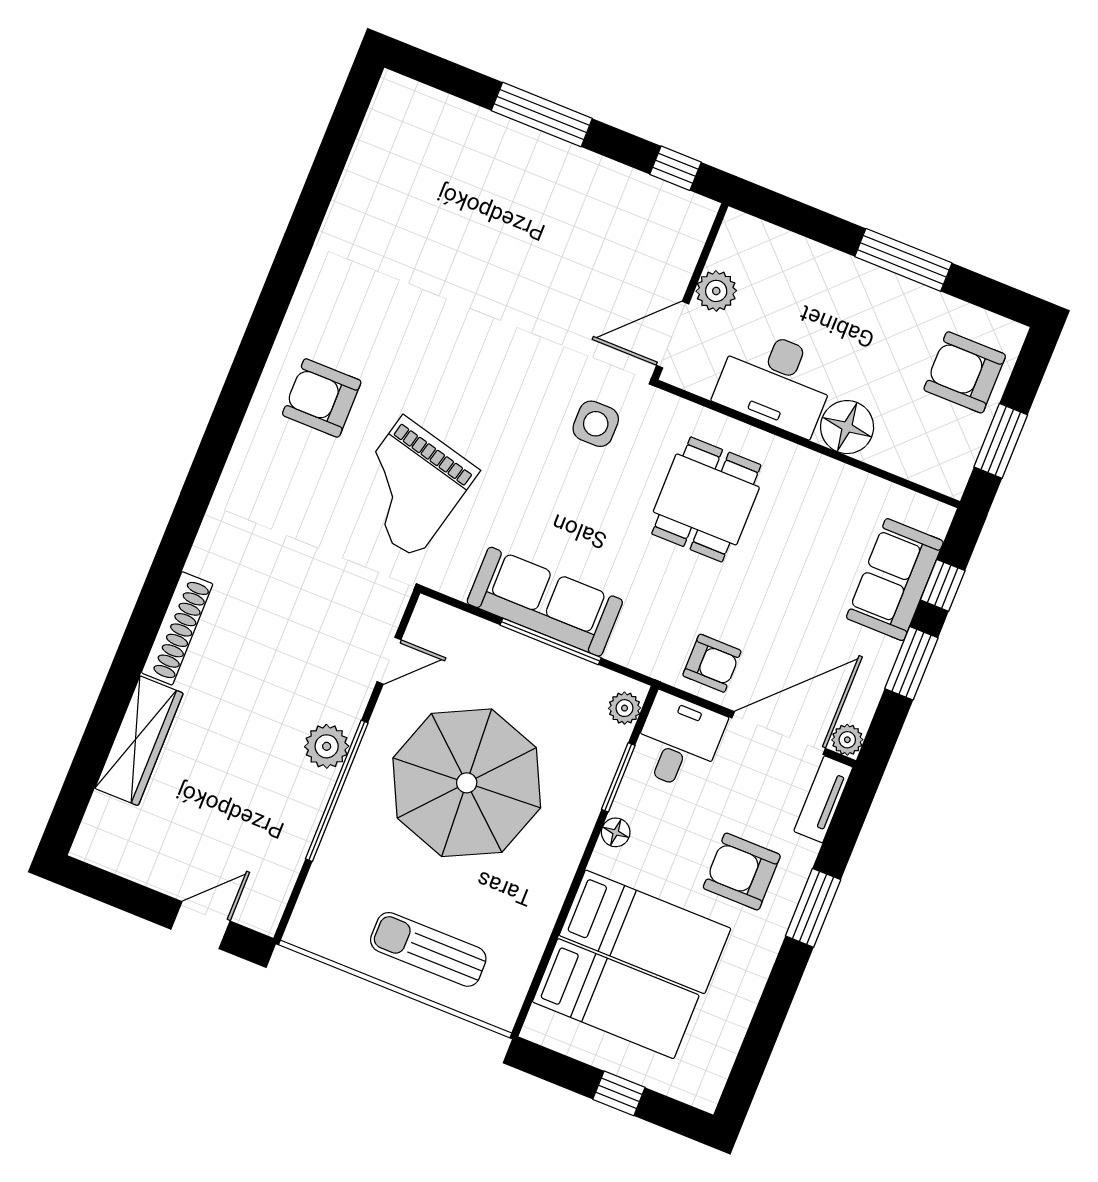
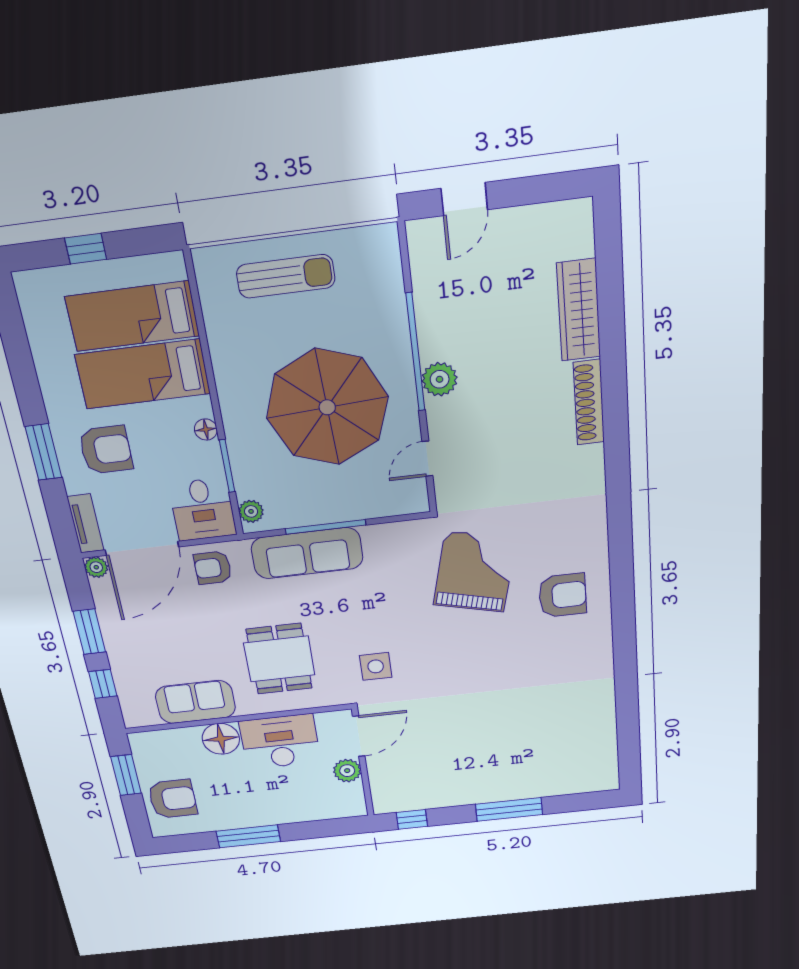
sofa: (895, 580) -> (195, 702), moved, turned -90
sofa: (545, 602) -> (307, 553), moved

